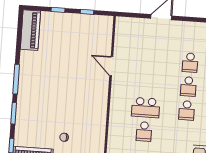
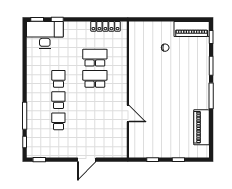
piano: (30, 30) -> (201, 127), moved
school desk: (144, 131) -> (95, 58), width x1.85

